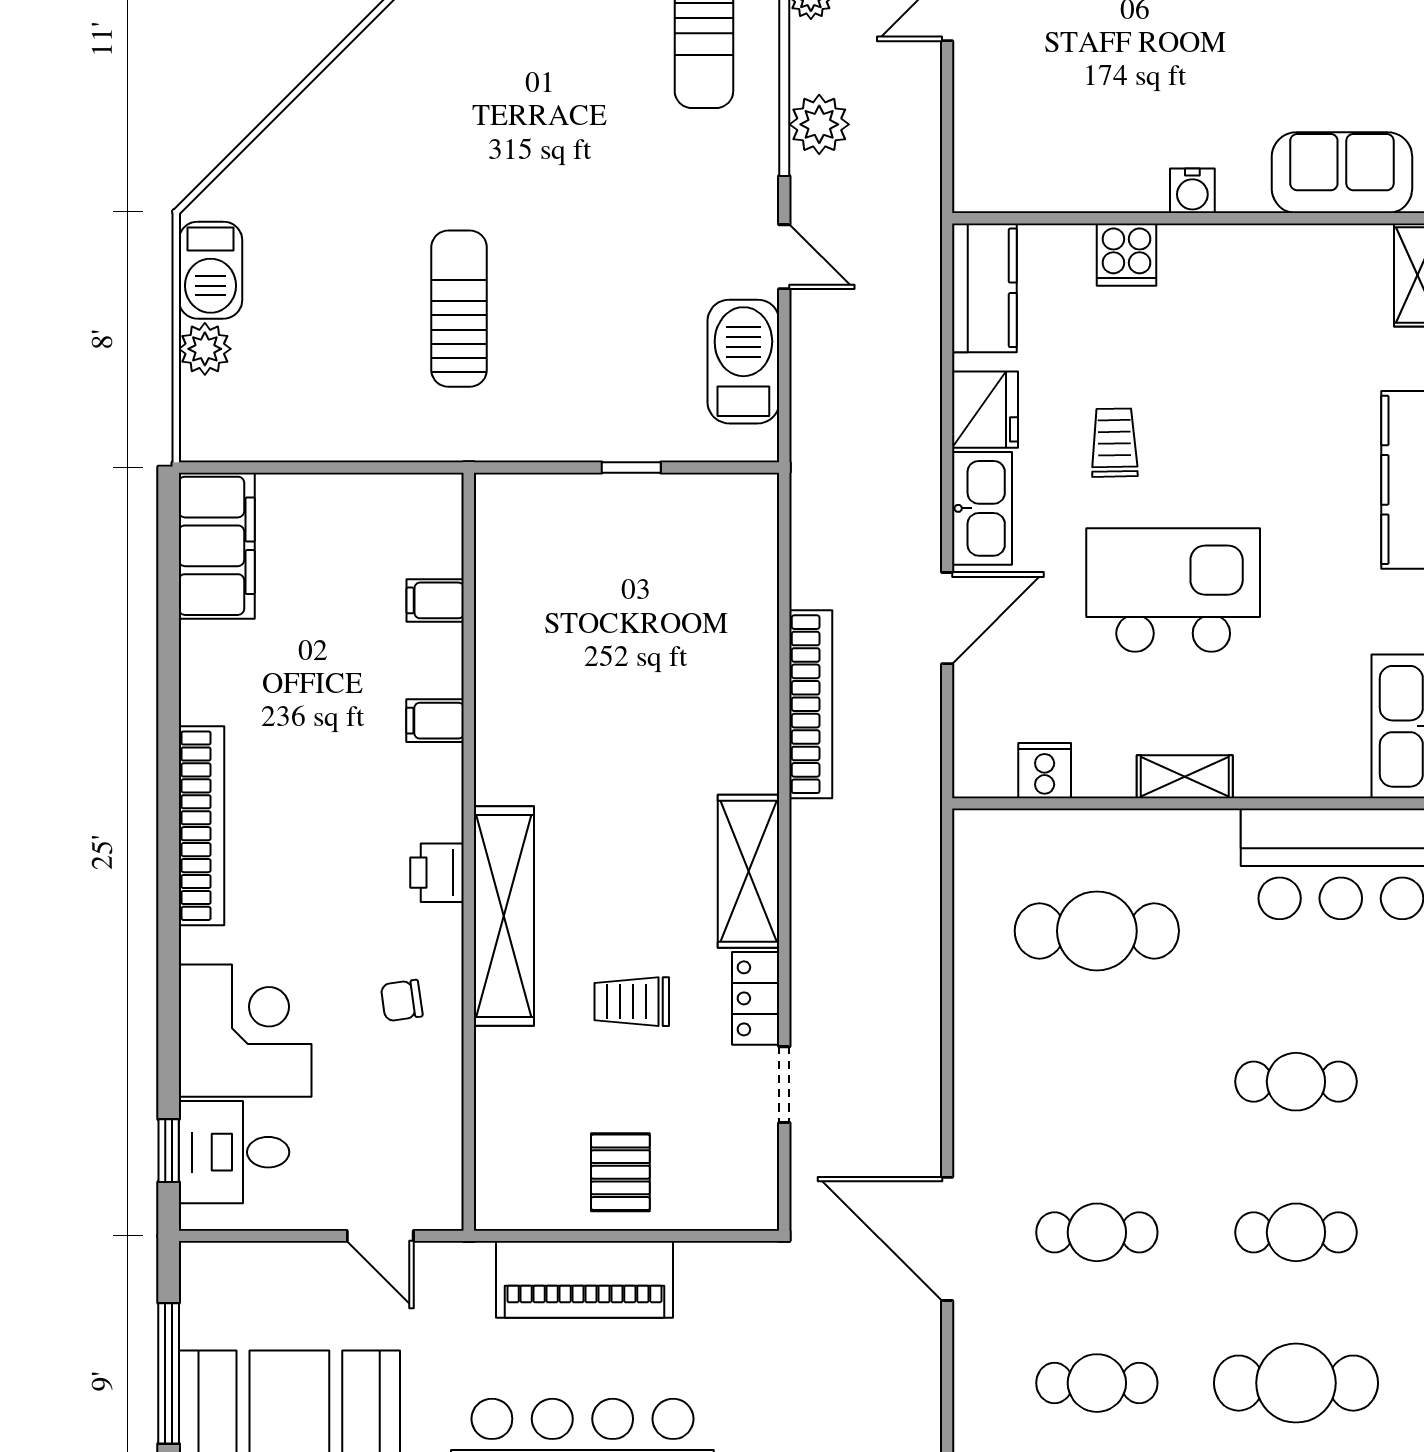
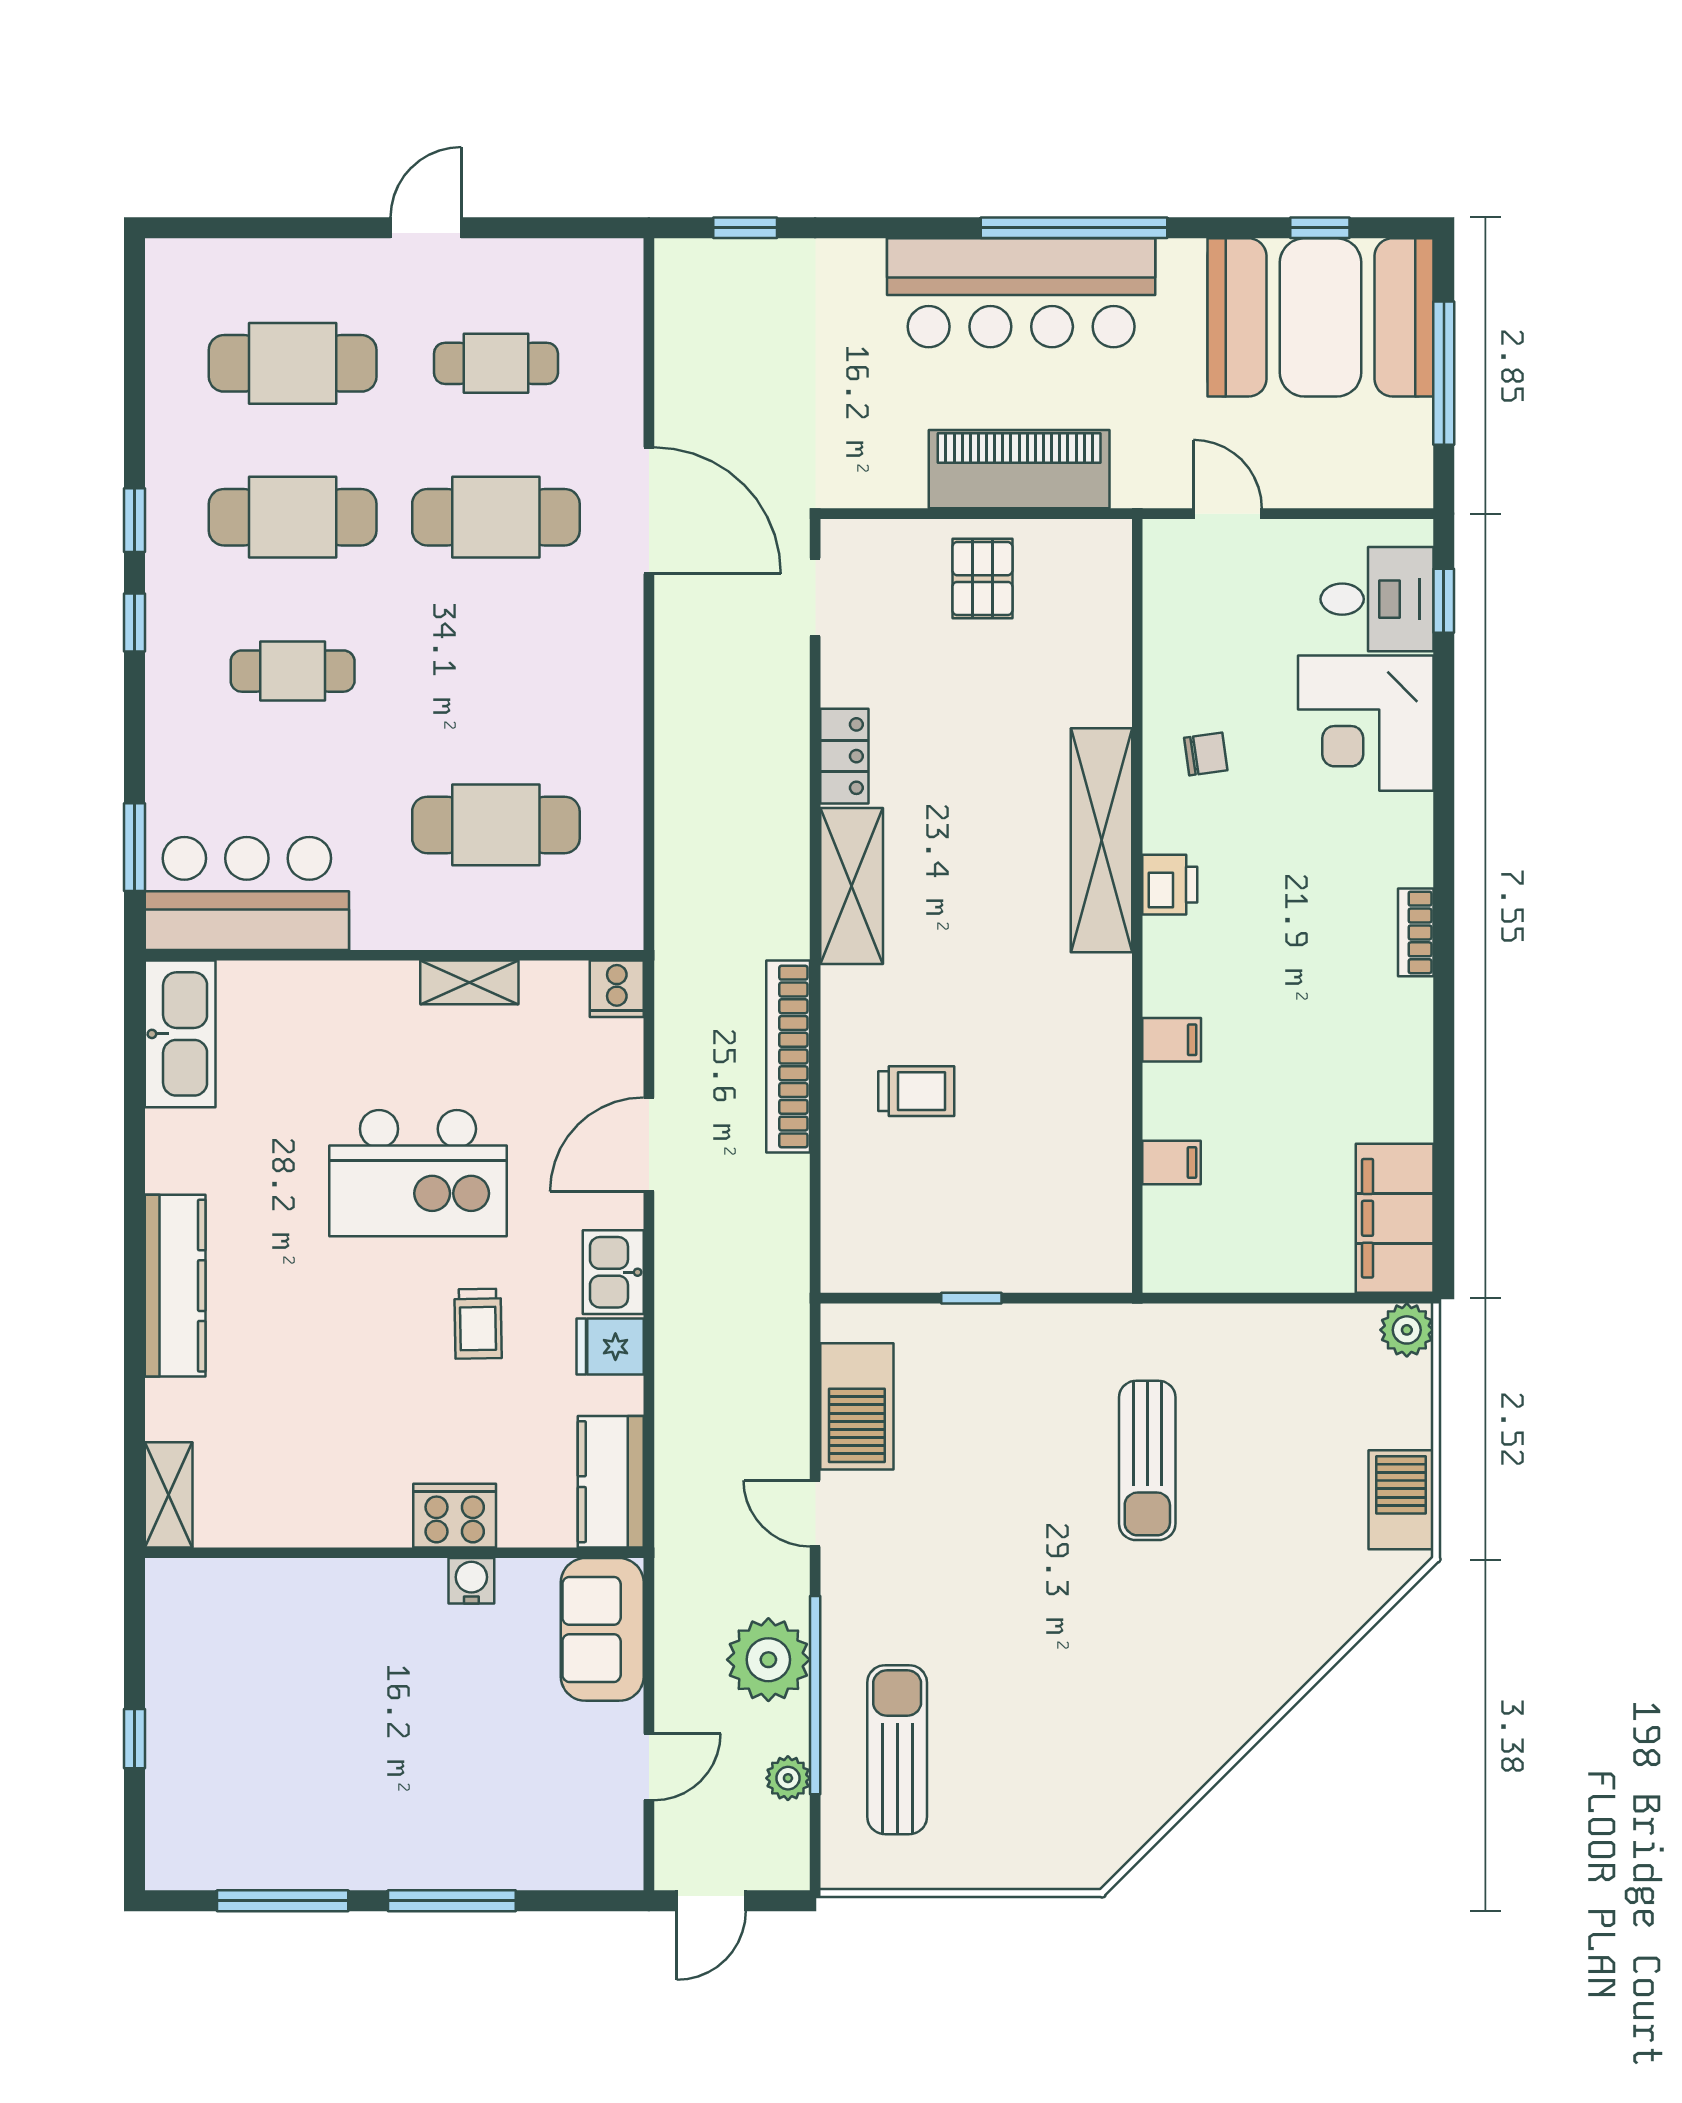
plant: (819, 124) -> (768, 1660), width x1.36, depth x1.36
sofa: (1342, 173) -> (602, 1629), moved, turned 90
water cooler: (1192, 191) -> (471, 1581), moved
cooker: (1126, 255) -> (455, 1516), width x1.36
plant: (205, 349) -> (1407, 1330), moved
fridge: (985, 410) -> (610, 1347), width x0.72
kitchen sink: (982, 508) -> (613, 1272), width x0.73
cooker: (1045, 771) -> (617, 989), moved
shelving: (1185, 777) -> (469, 982), moved
bookcase: (201, 826) -> (1416, 932), width x0.43, depth x0.76
trolley: (632, 1002) -> (916, 1091), moved
doorway: (784, 1085) -> (815, 597), moved
cafe table: (1097, 1232) -> (496, 517), width x1.37, depth x1.35
cafe table: (1296, 1232) -> (293, 517), width x1.37, depth x1.35

